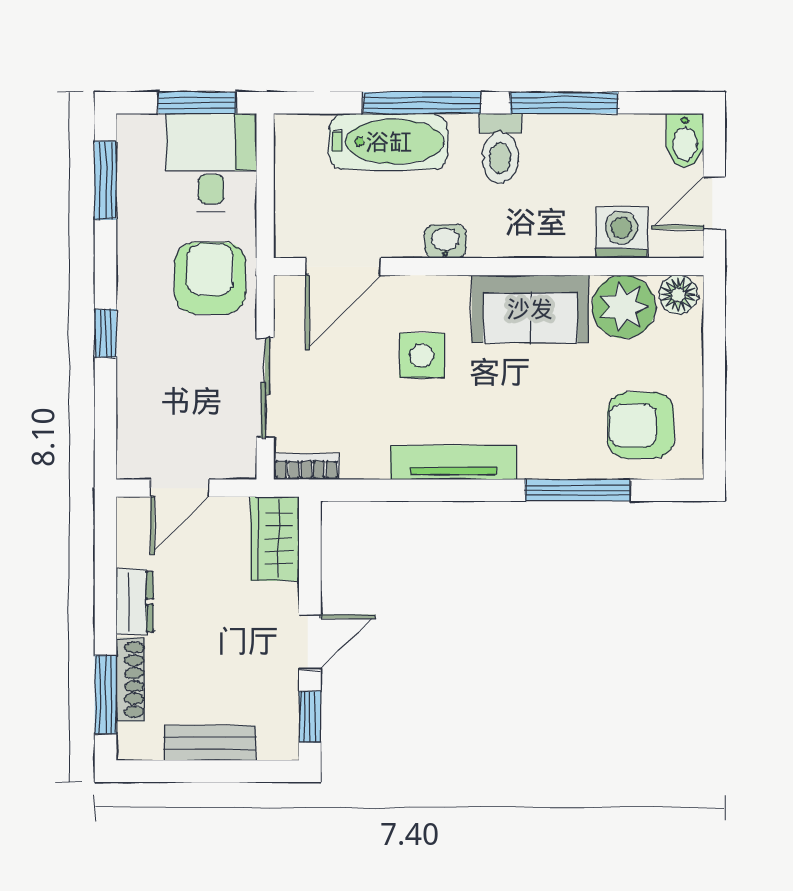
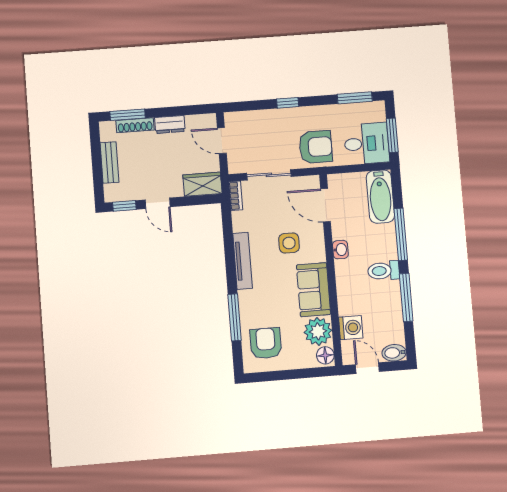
bathtub: (389, 142) -> (380, 197), moved

